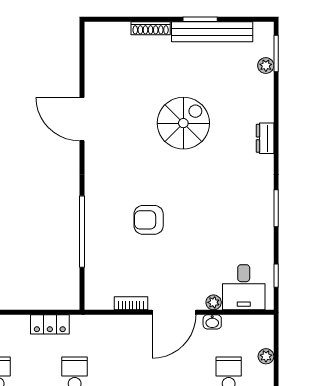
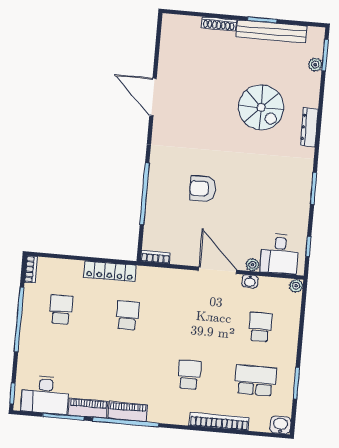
spiral stairs: (183, 123) -> (261, 107), moved, turned 90
dresser: (265, 138) -> (309, 127), width x1.44
bookcase: (131, 303) -> (155, 257), moved
door: (174, 312) -> (218, 270), swing flipped
locker: (50, 324) -> (110, 271), width x1.53
plant: (266, 356) -> (296, 286), moved

